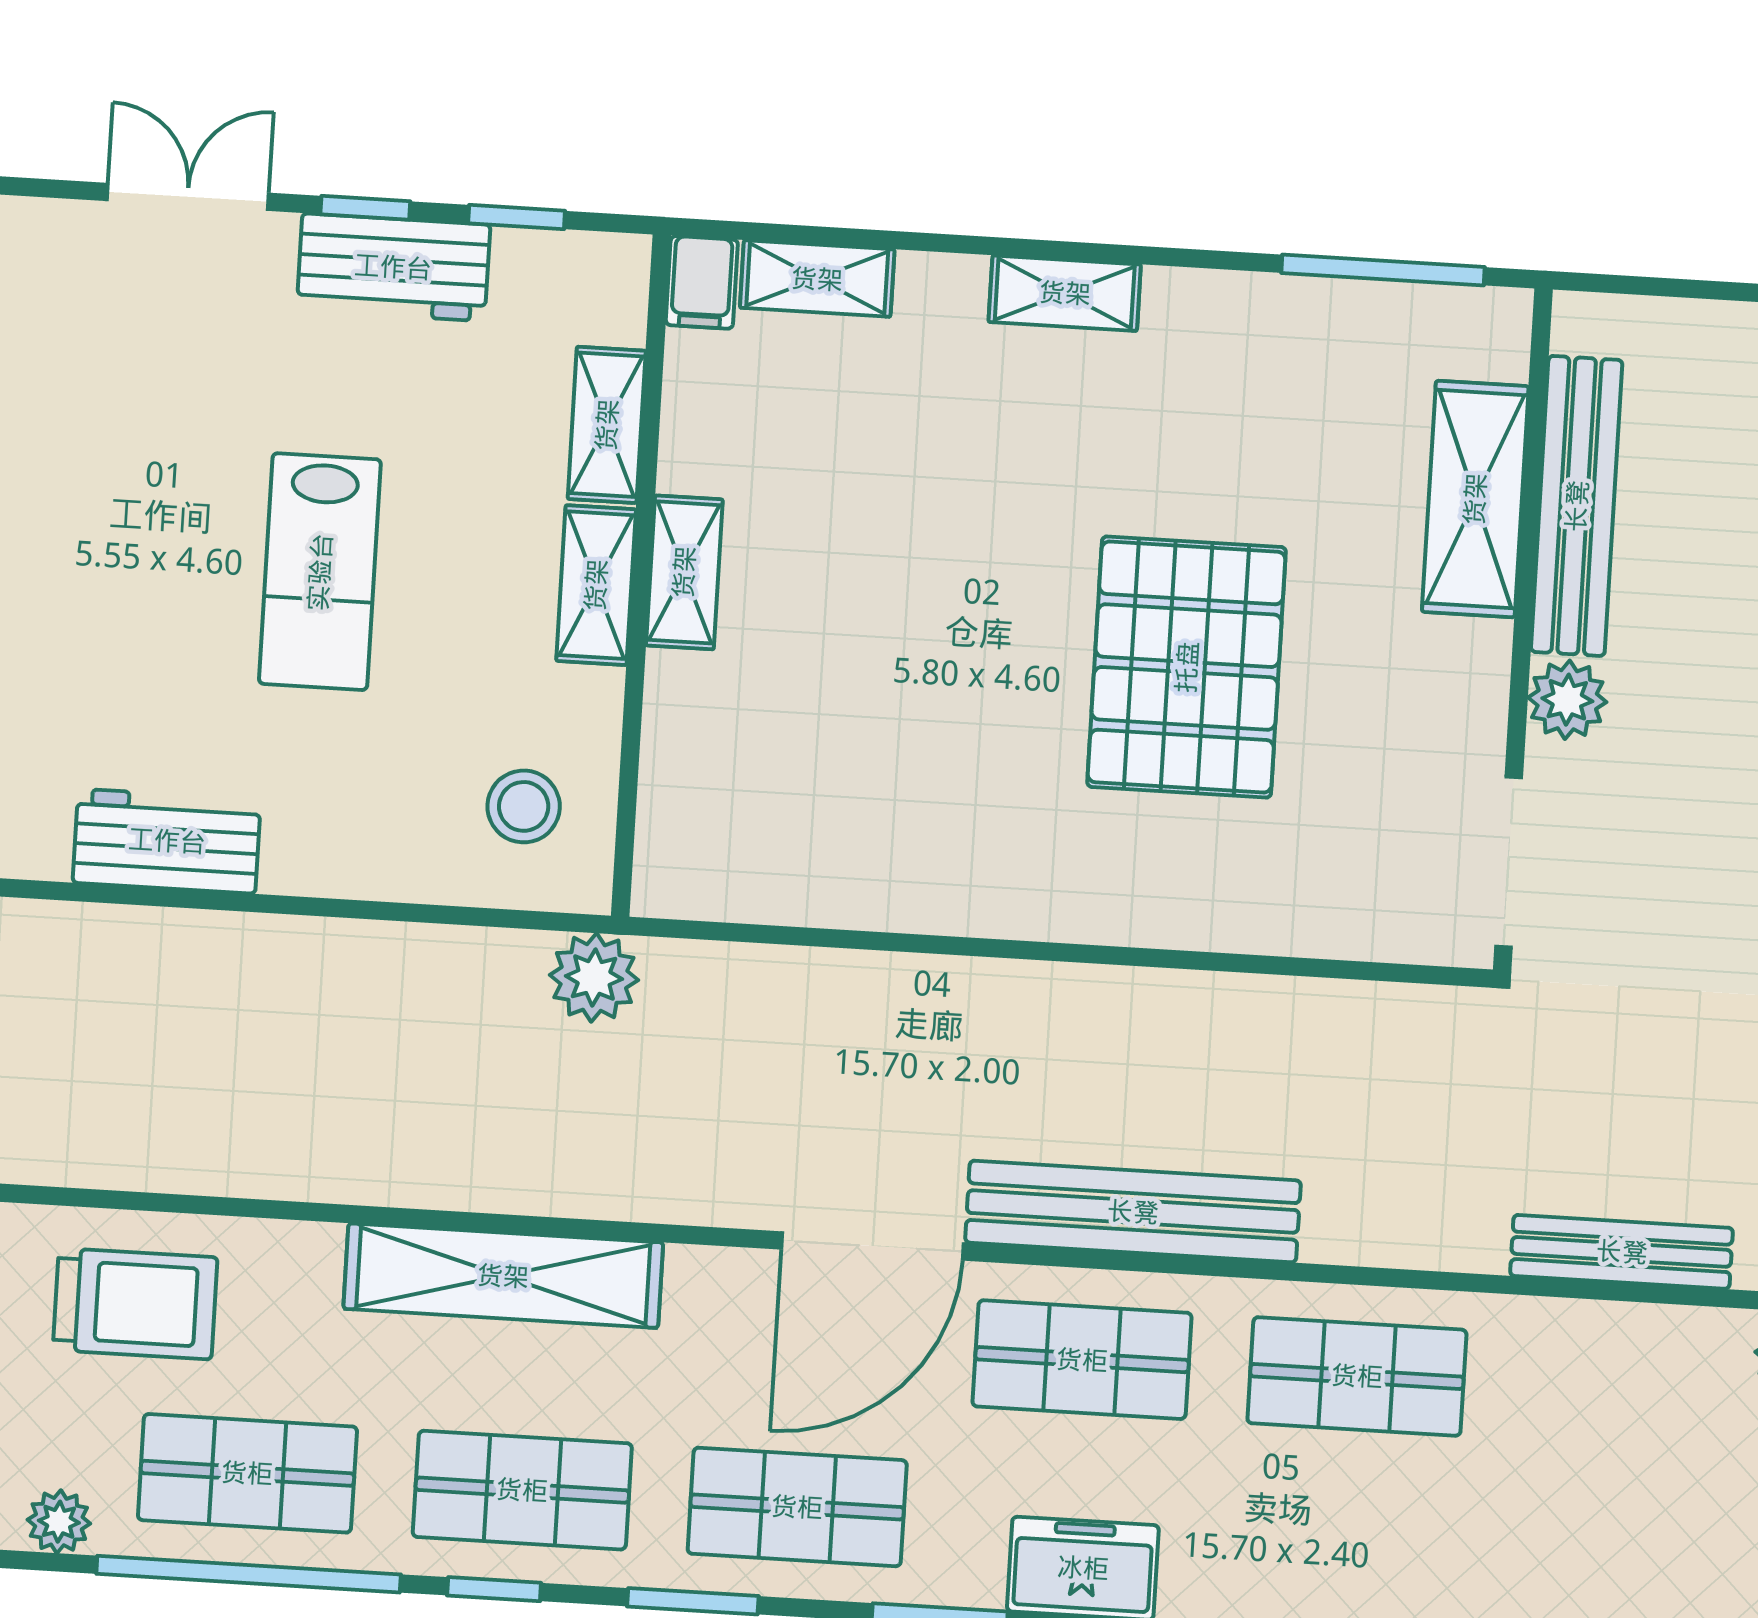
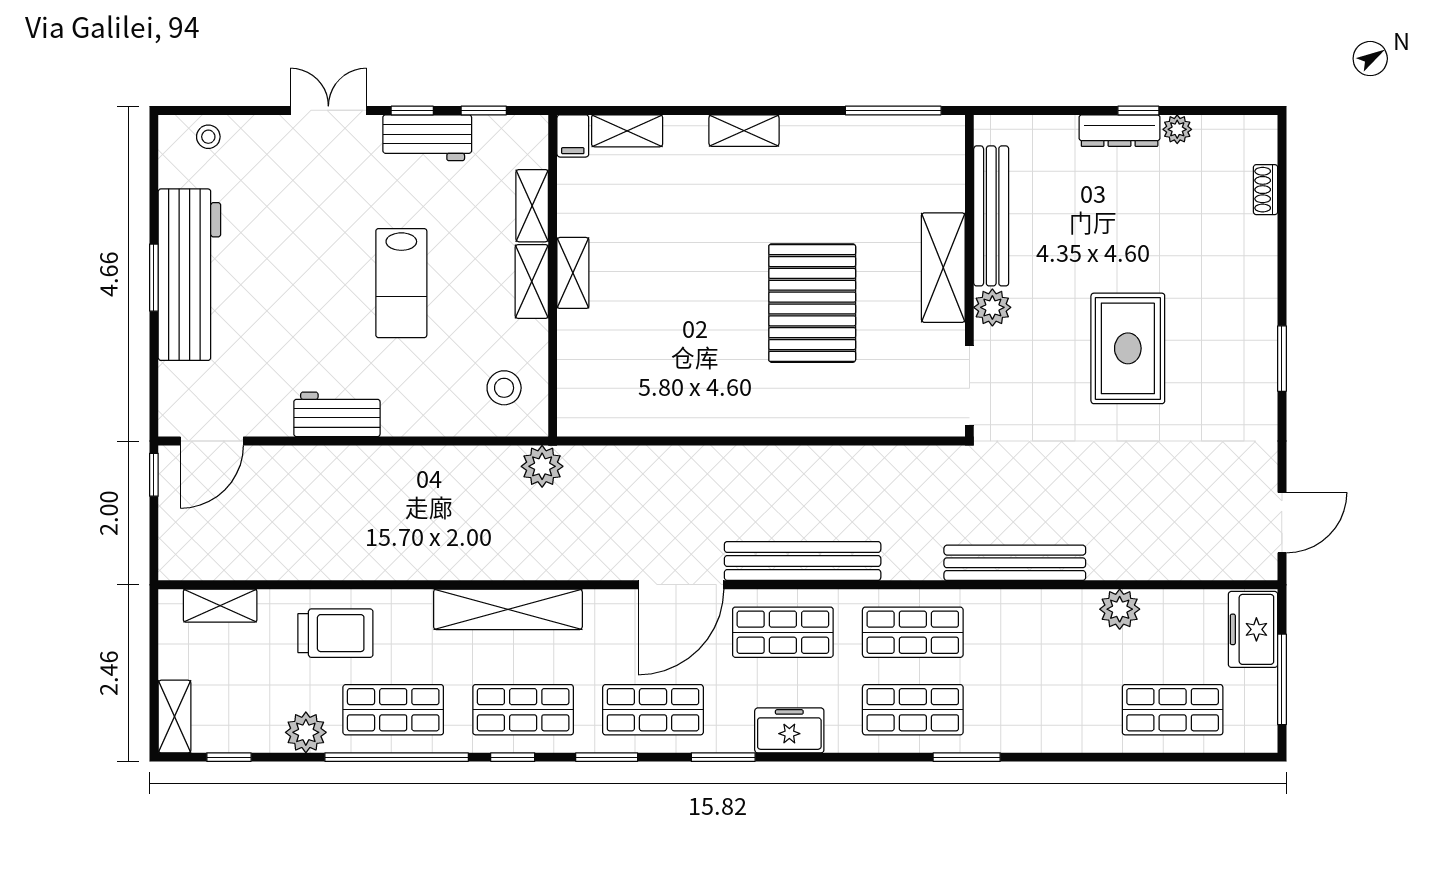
shelving: (1475, 499) -> (943, 268), moved
bench: (1622, 1252) -> (1015, 563), width x1.37, depth x1.21
plant: (59, 1522) -> (306, 732), width x1.38, depth x1.38
shop shelf: (1347, 1541) -> (913, 710), added

